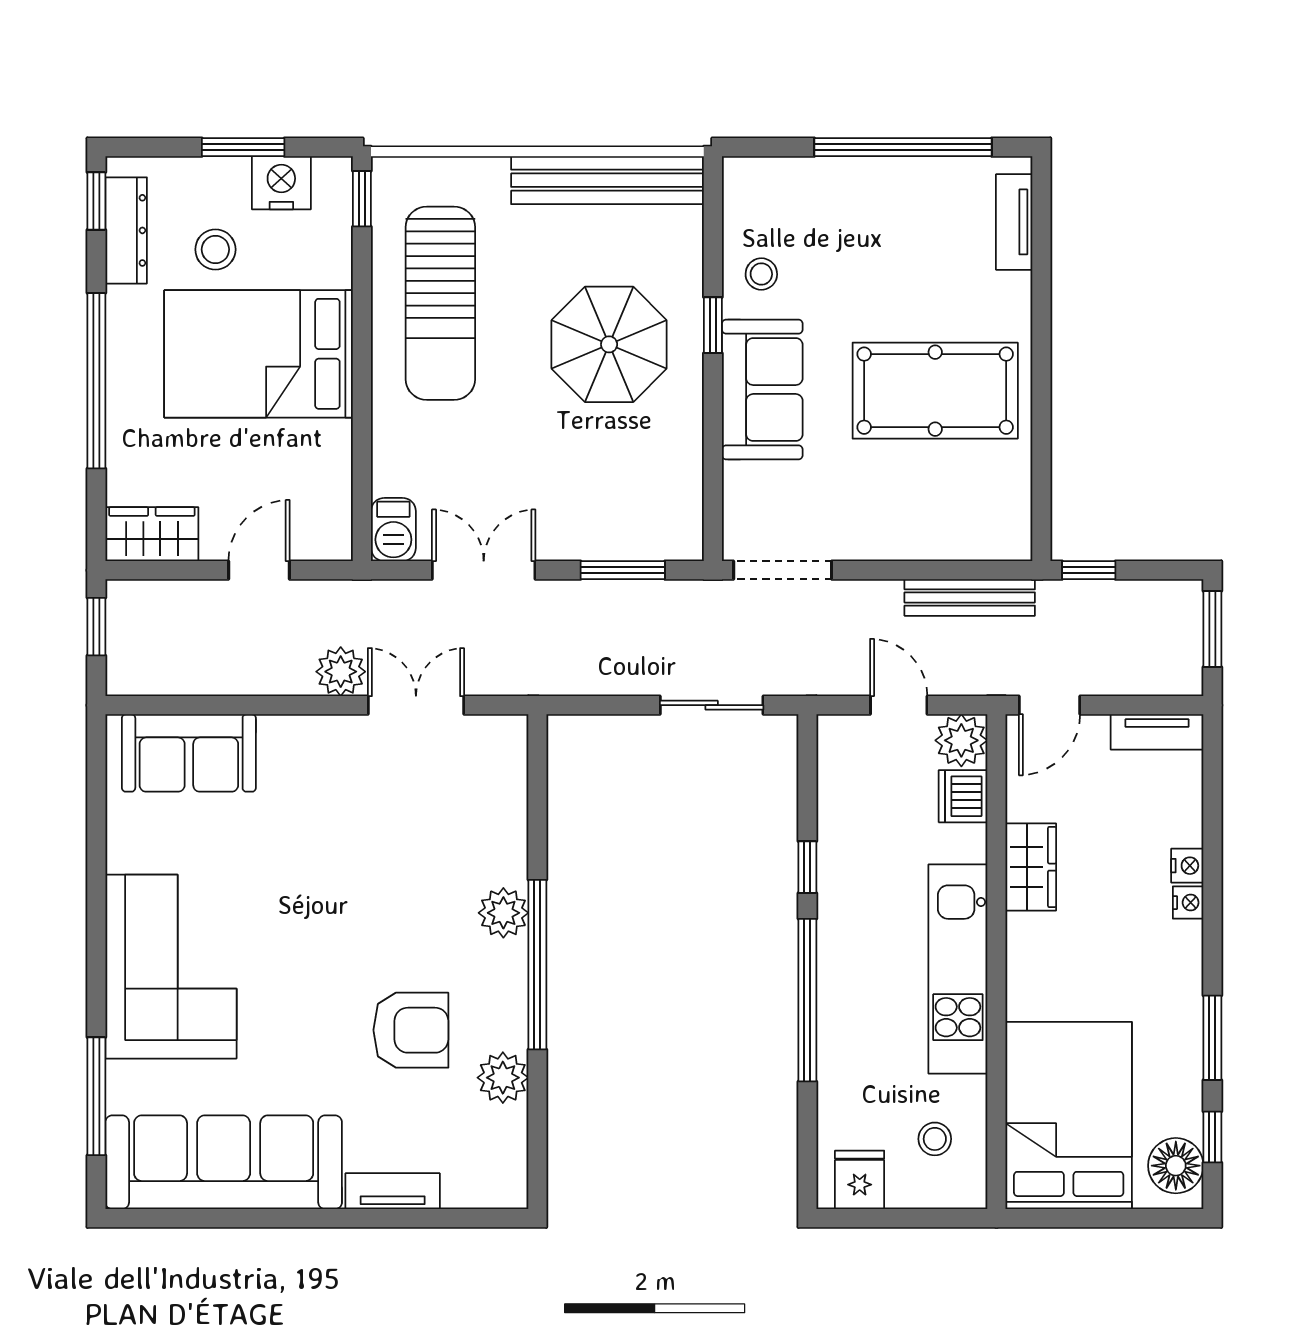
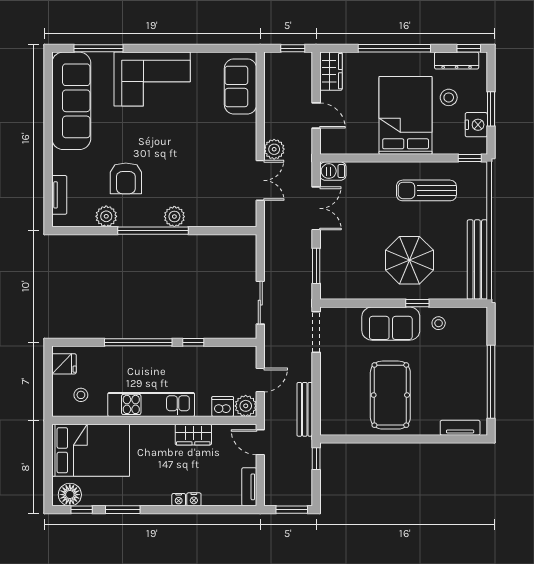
sun lounger: (440, 303) -> (426, 190), width x0.73, depth x0.75
tv unit: (393, 1191) -> (59, 195), moved

